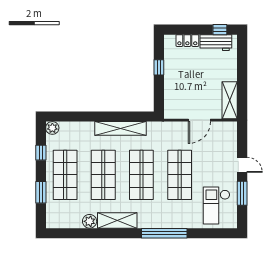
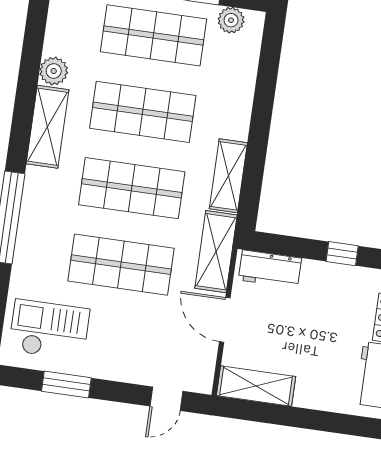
workbench: (171, 102) -> (270, 269), added
plant: (52, 128) -> (231, 20), moved
shelving: (120, 128) -> (228, 176), width x0.68
shelving: (167, 129) -> (216, 252), added
door: (242, 165) -> (166, 399), moved

